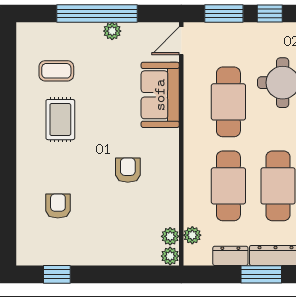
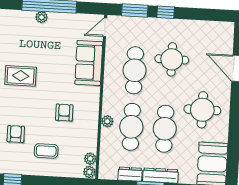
plant: (112, 31) -> (41, 17), moved
coffee table: (56, 71) -> (46, 151), moved
rug: (60, 120) -> (21, 76), turned 90
plant: (192, 235) -> (107, 121), moved

